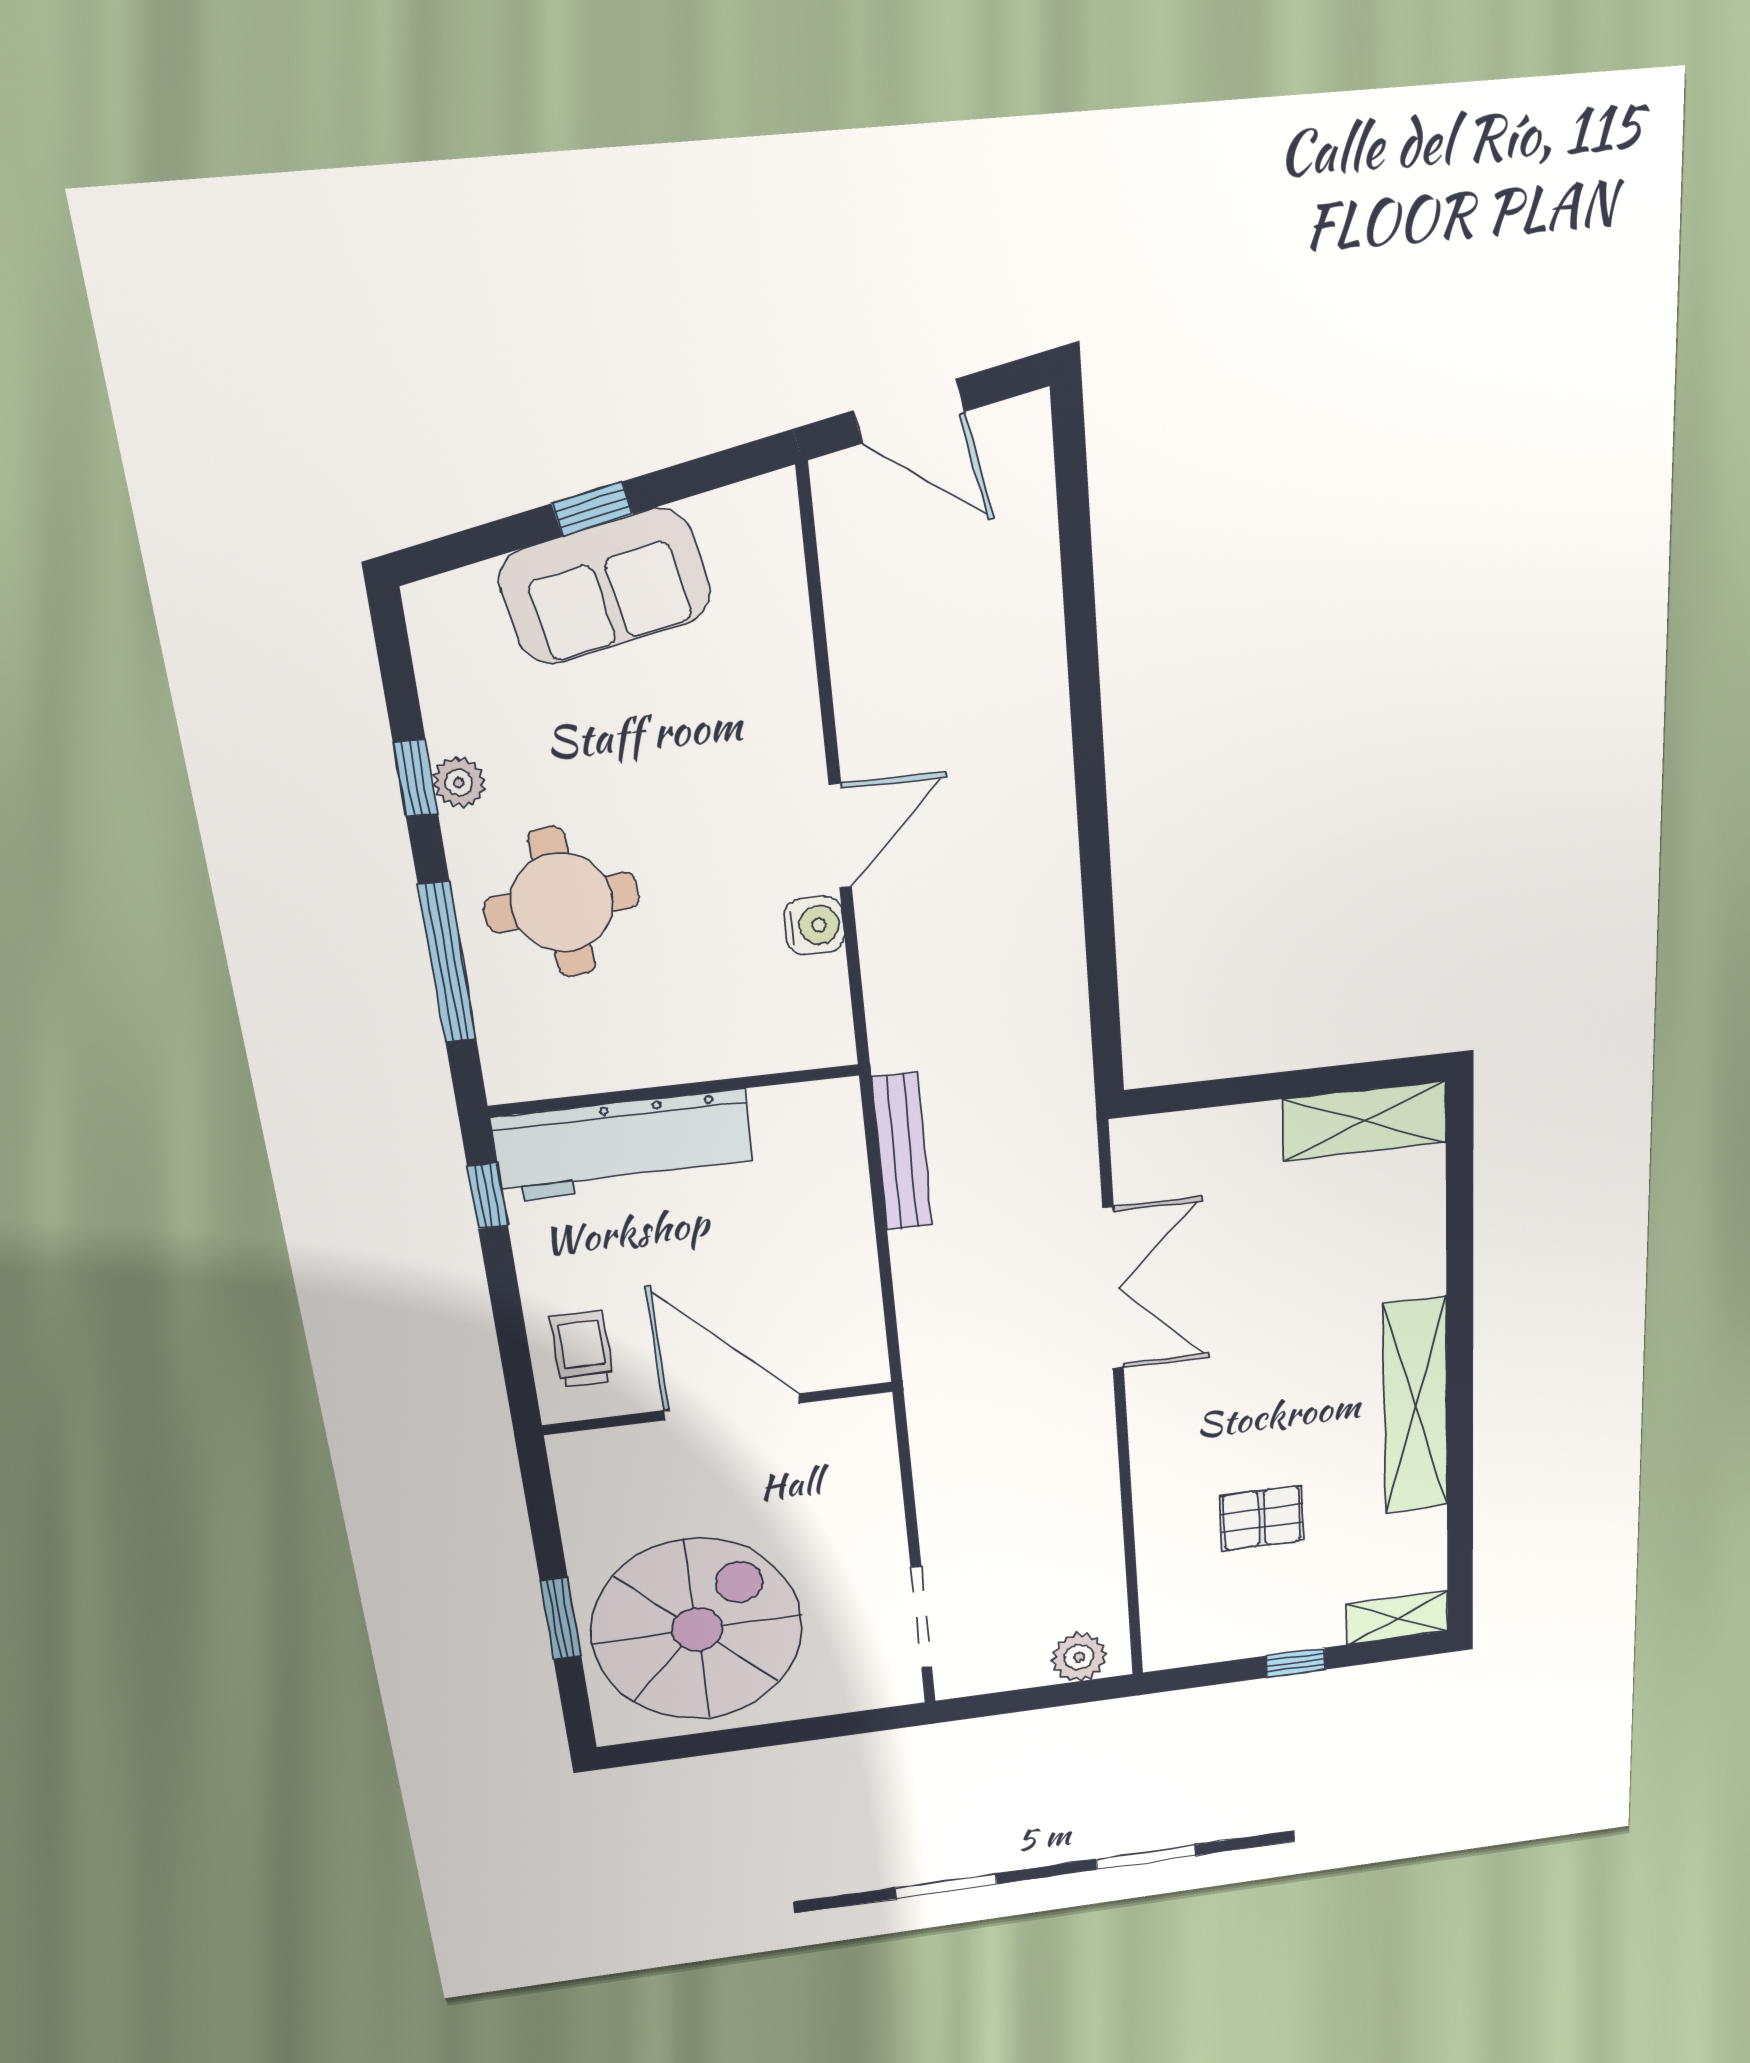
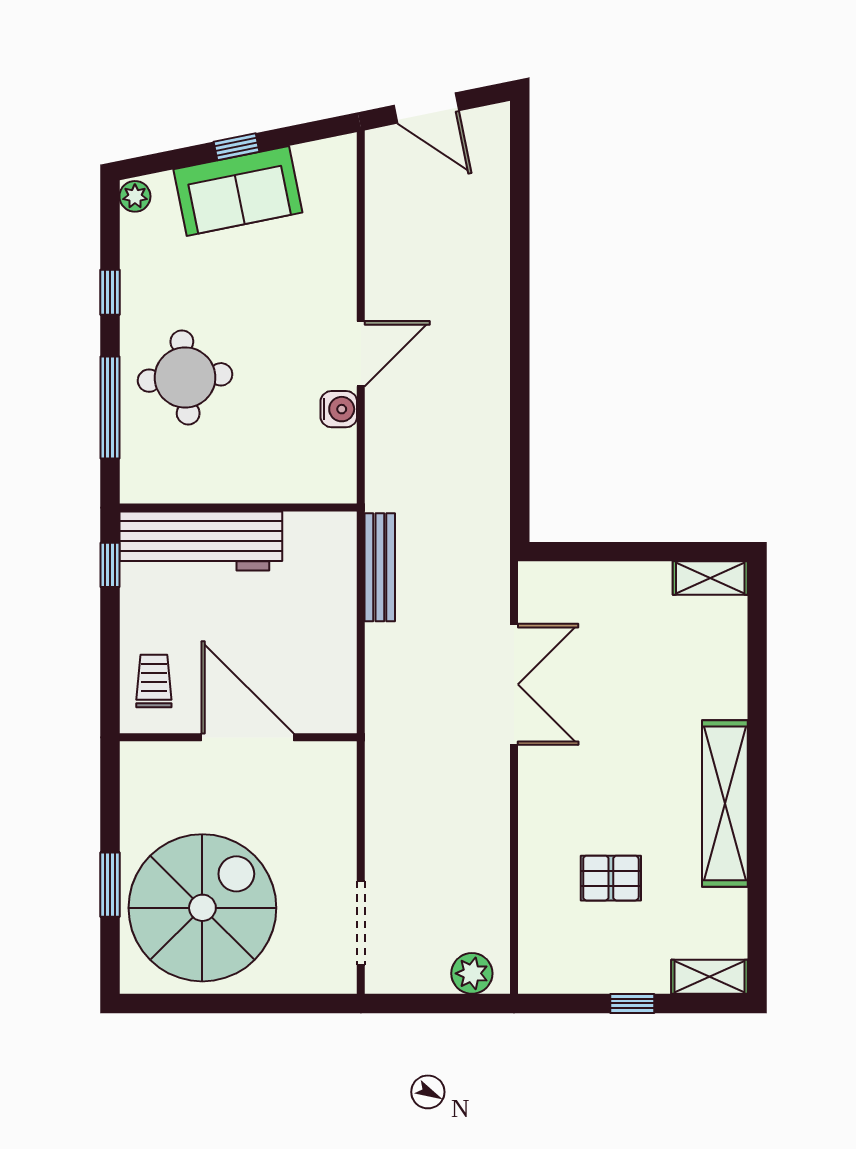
plant: (459, 782) -> (135, 196), moved
shelving: (1365, 1121) -> (710, 578), width x0.67, depth x0.75

